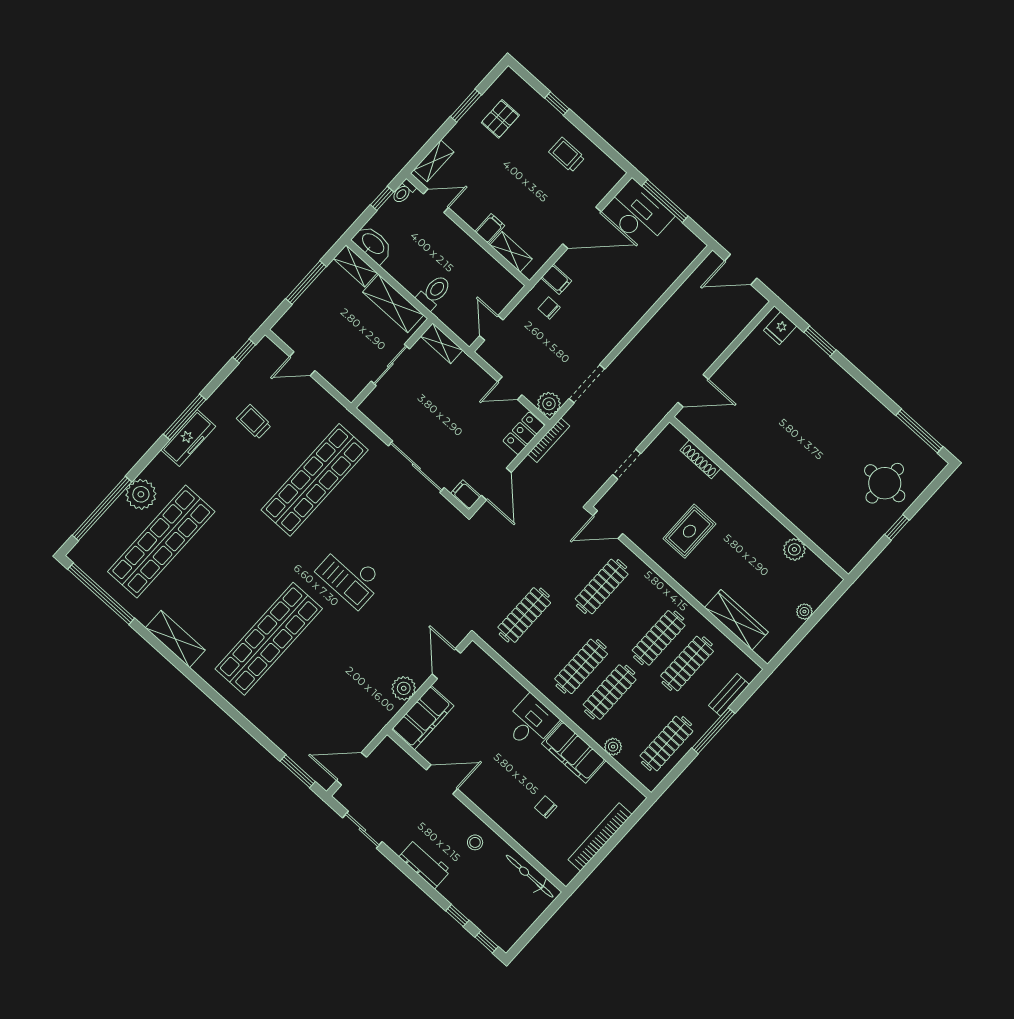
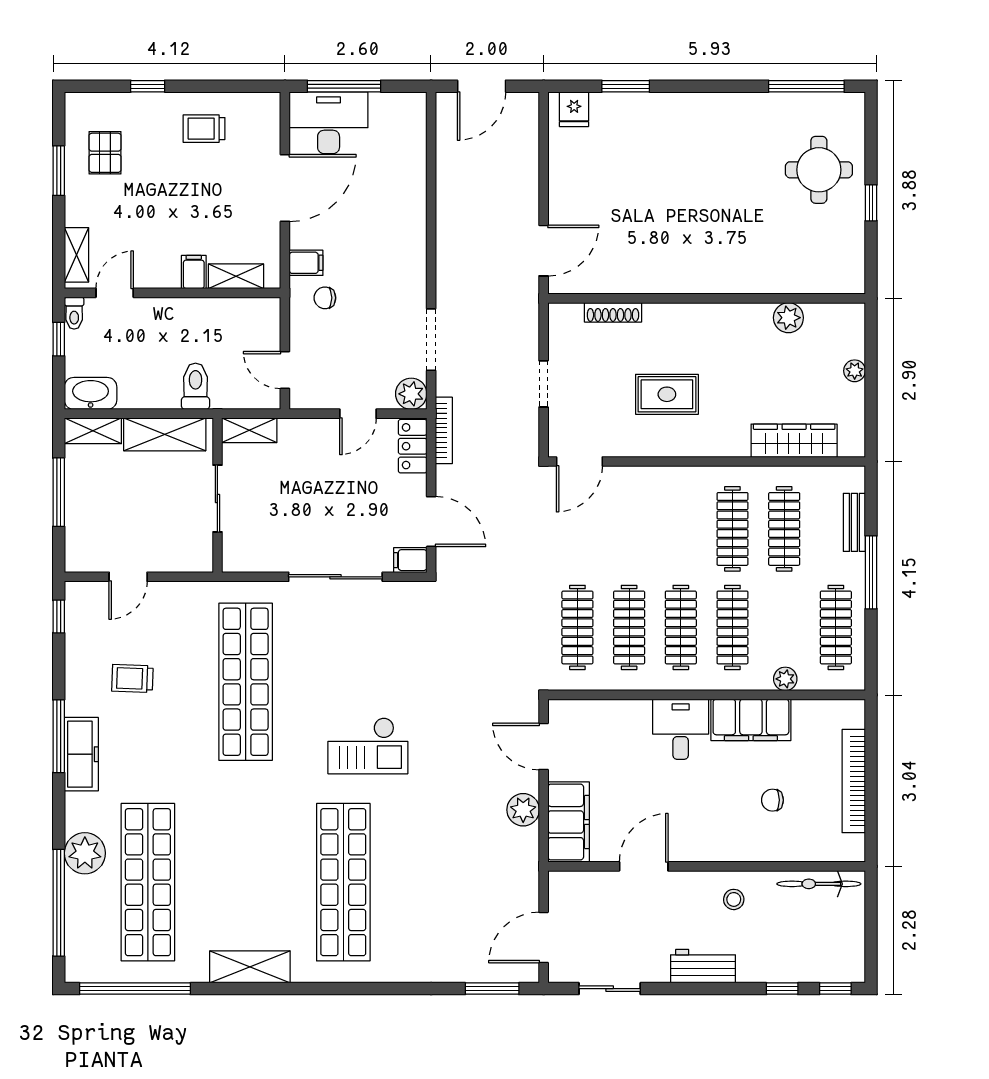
rug: (689, 531) -> (667, 394), turned 90
clothes rail: (602, 586) -> (629, 627), moved

